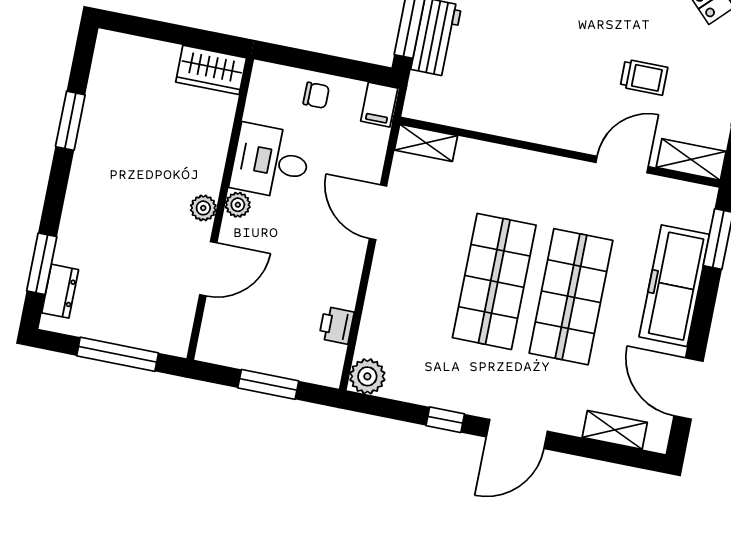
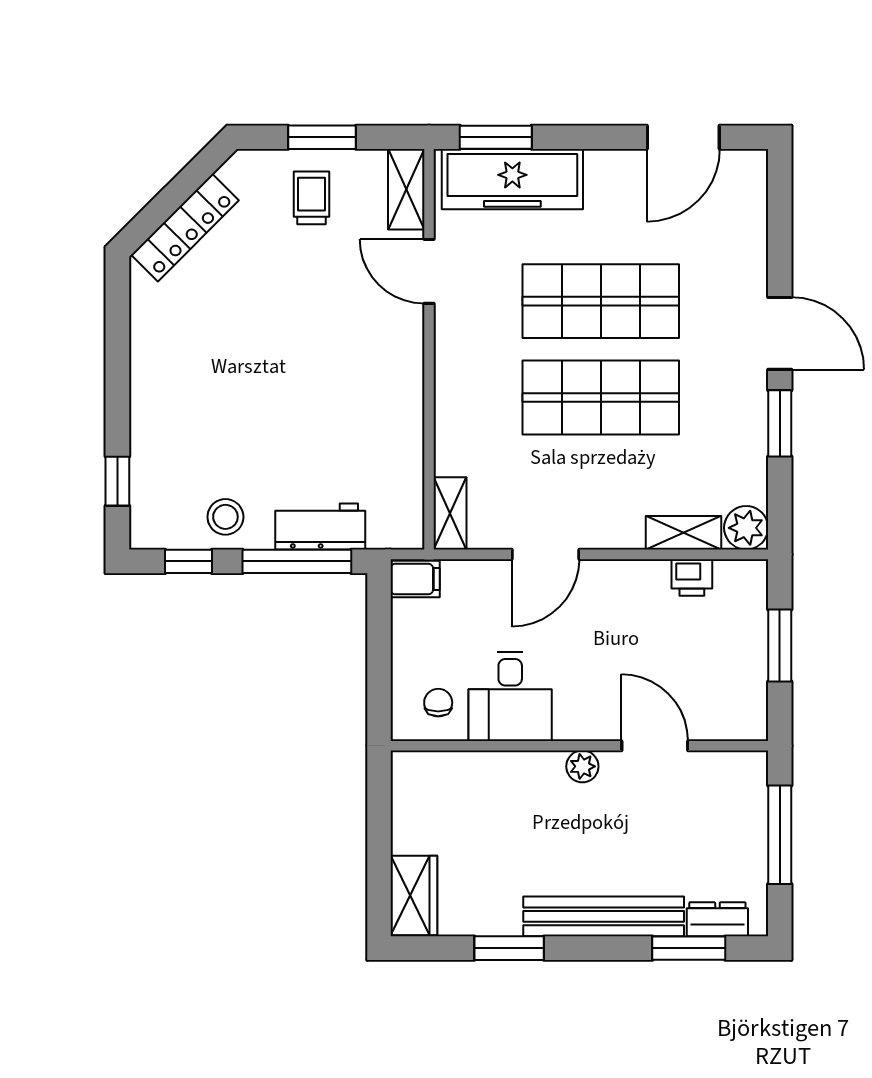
wardrobe: (211, 70) -> (414, 895), moved
trolley: (644, 77) -> (311, 198), moved
chair: (316, 95) -> (438, 703), moved
bench: (80, 201) -> (604, 916), added
plant: (238, 205) -> (570, 726), removed
freezer: (674, 286) -> (512, 179), moved
window: (445, 420) -> (780, 423), width x1.50
shelving: (615, 430) -> (683, 533), moved, turned 90

